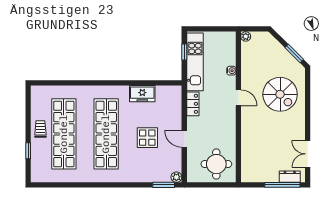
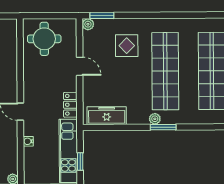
window: (108, 83) -> (163, 127), added
plant: (116, 91) -> (155, 119), added
freezer: (142, 94) -> (107, 116), moved, width x1.40
display table: (147, 138) -> (127, 46), moved

